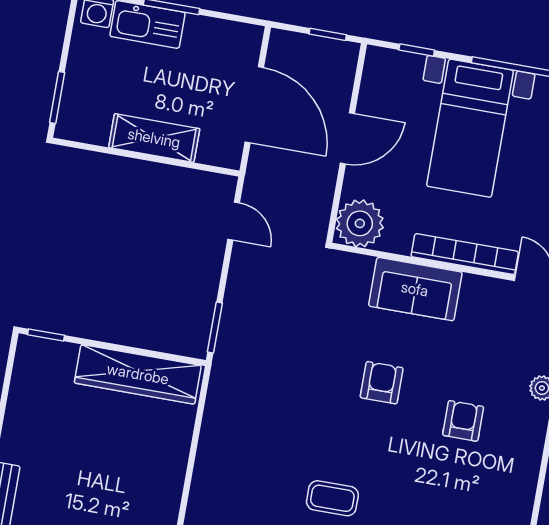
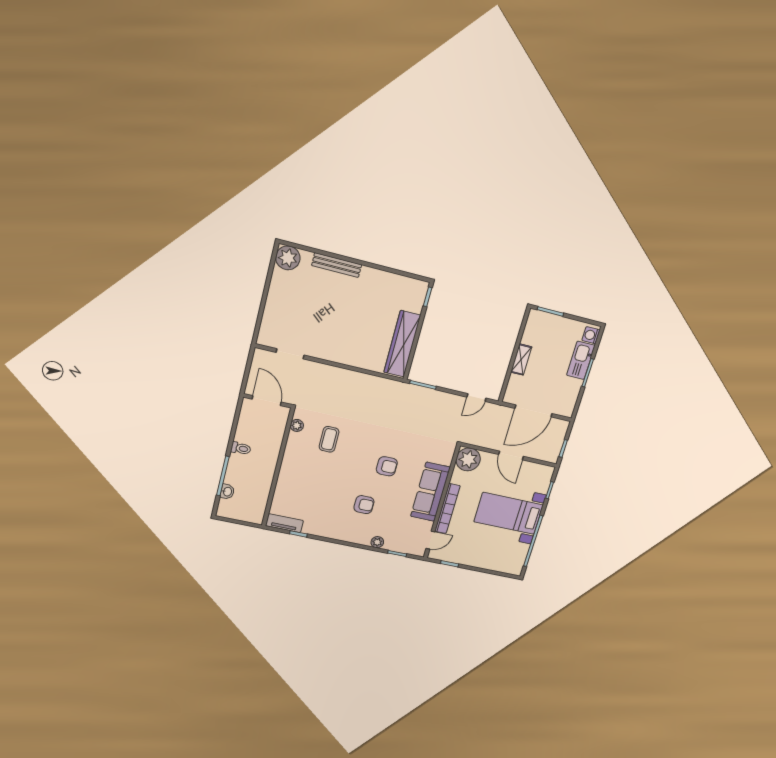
shelving: (154, 138) -> (521, 360), width x0.67, depth x0.75
sofa: (415, 289) -> (430, 492), width x1.36

